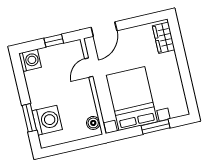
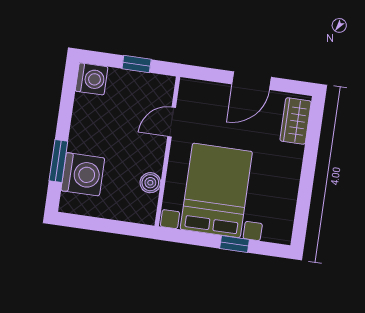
door: (104, 29) -> (252, 81), moved
boiler: (93, 123) -> (150, 183), moved
window: (156, 127) -> (235, 244), width x0.67

